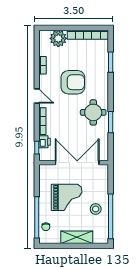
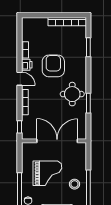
plant: (58, 38) -> (40, 25), removed
armchair: (73, 82) -> (53, 66), turned -90
printer: (45, 142) -> (27, 65), moved

